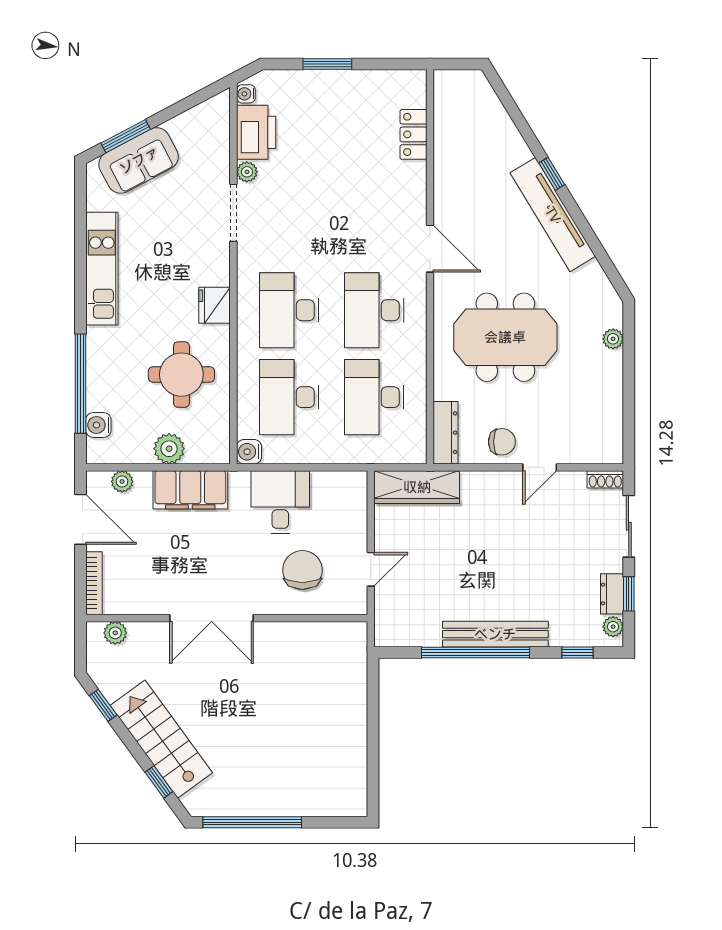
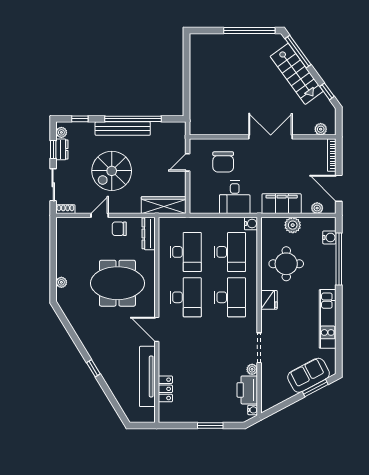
tv unit: (553, 215) -> (147, 376), moved, turned -149
spiral stairs: (516, 553) -> (112, 171), added
window: (159, 782) -> (298, 52), width x2.17

